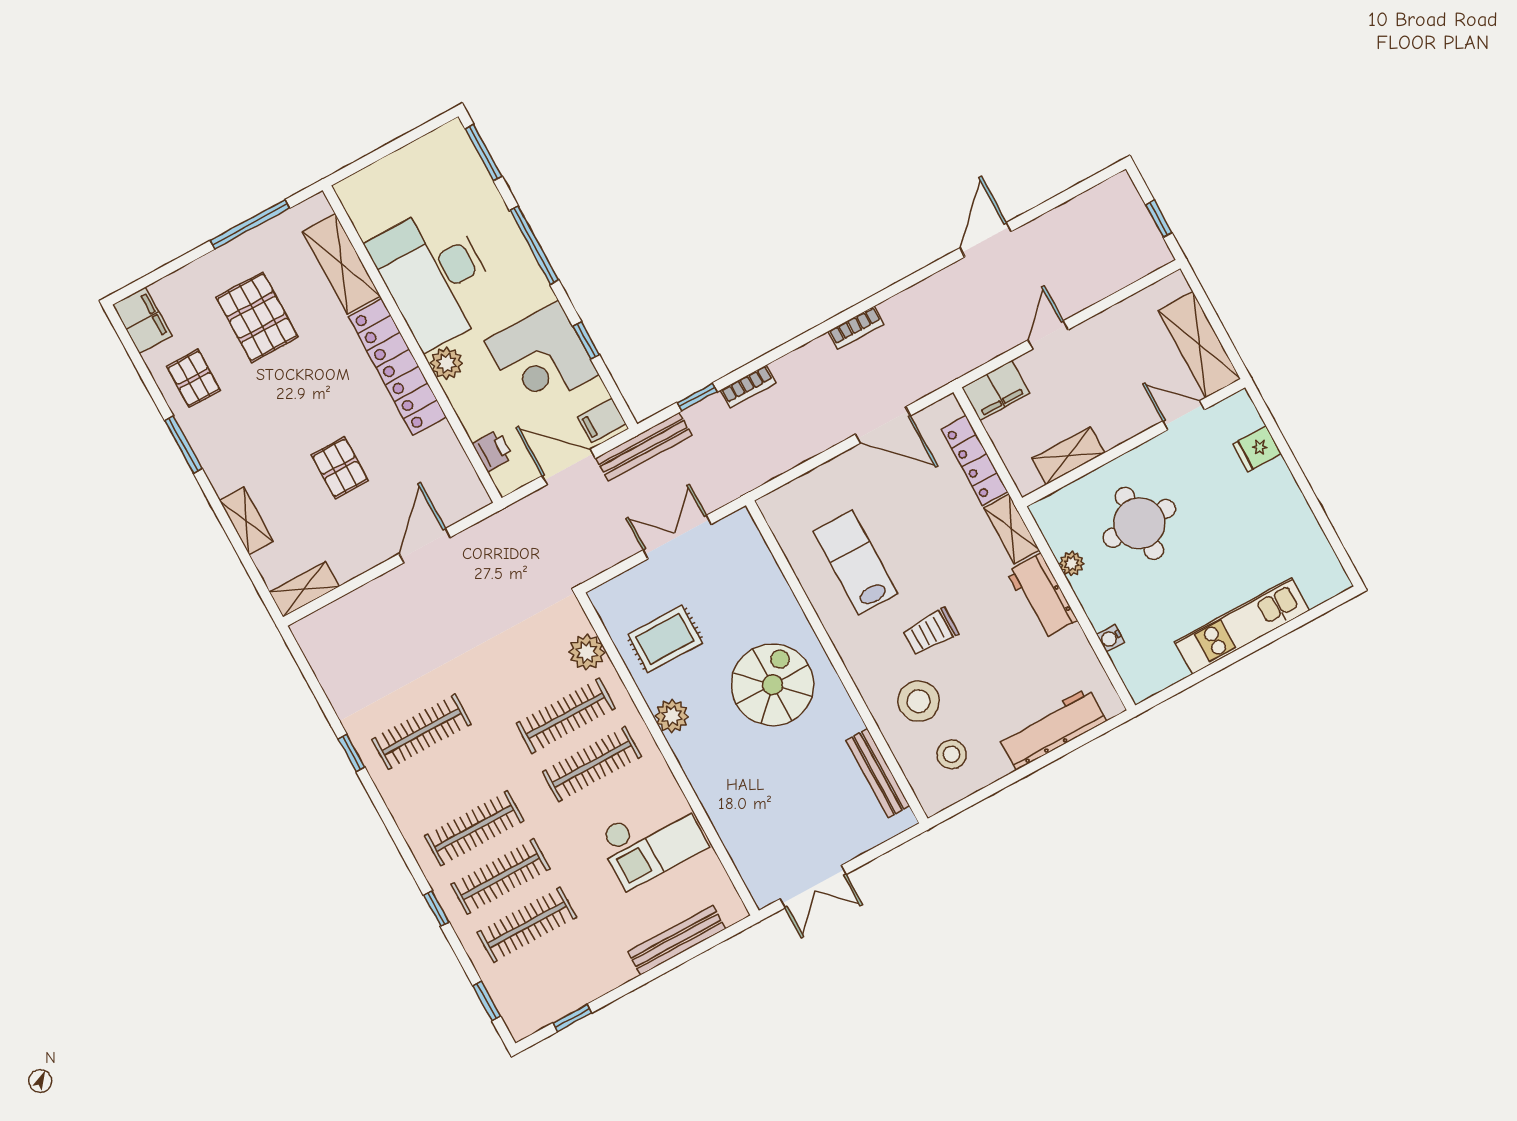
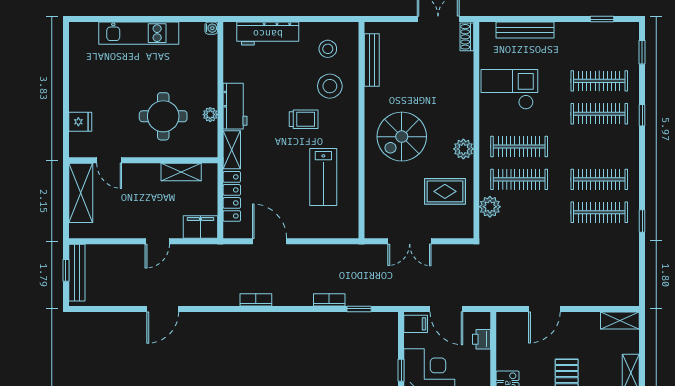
bench: (644, 447) -> (77, 273), moved, turned 90
water cooler: (1110, 638) -> (211, 28), moved
clothes rail: (474, 828) -> (599, 179), moved
shoe rack: (757, 883) -> (467, 37), added

